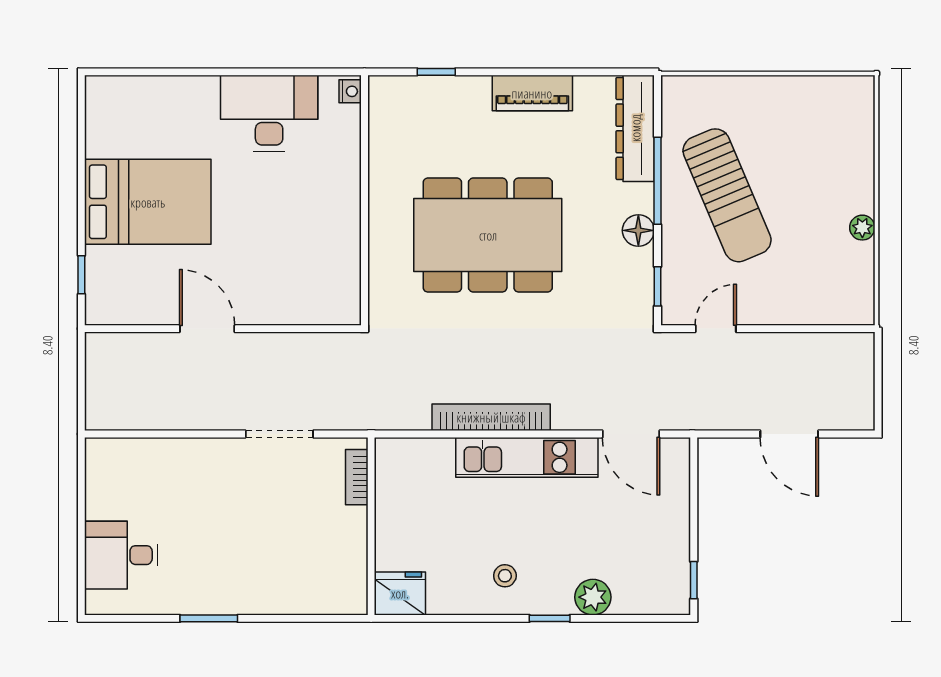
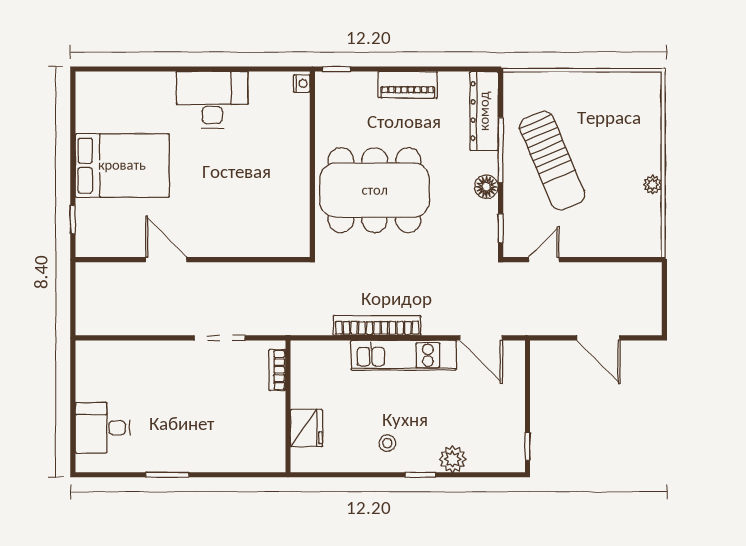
nightstand: (350, 91) -> (302, 83), moved
wall: (365, 200) -> (312, 164), moved
fridge: (400, 593) -> (306, 428), moved, turned 90

